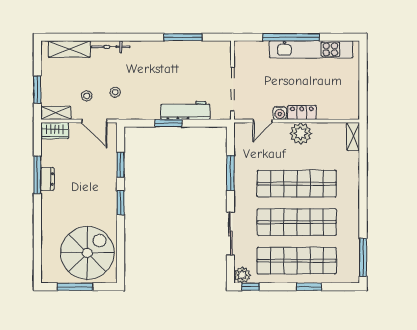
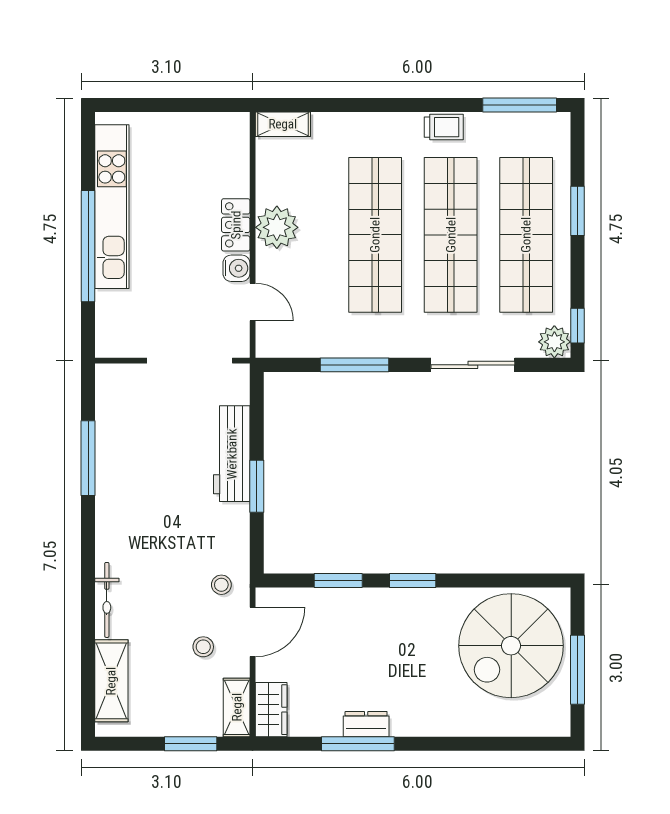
stool: (115, 92) -> (221, 585), moved
trolley: (352, 219) -> (444, 127), added
spiral stairs: (87, 253) -> (511, 646), turned -90

